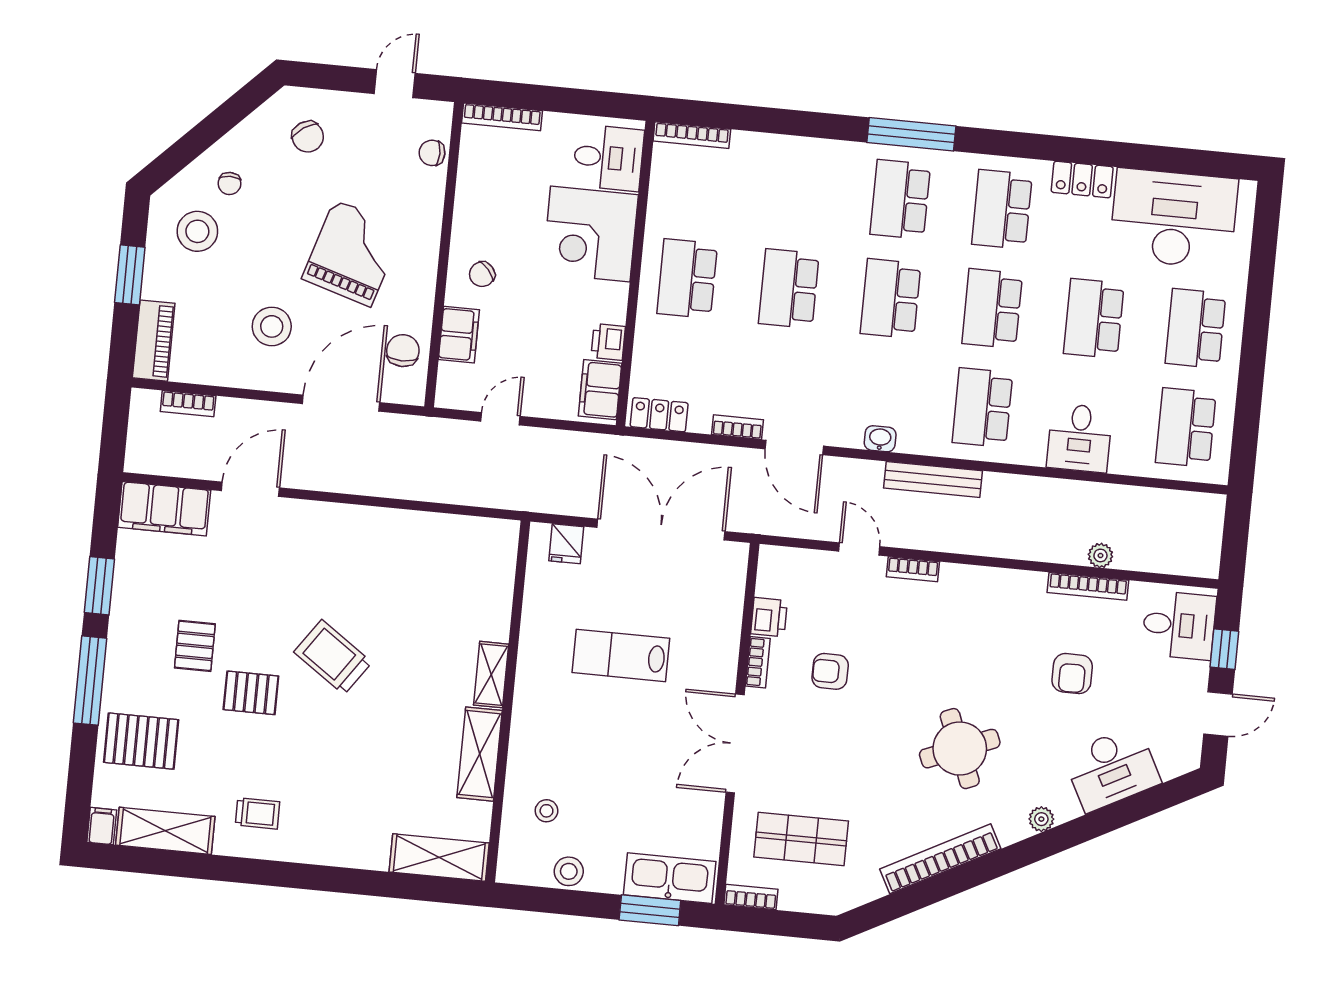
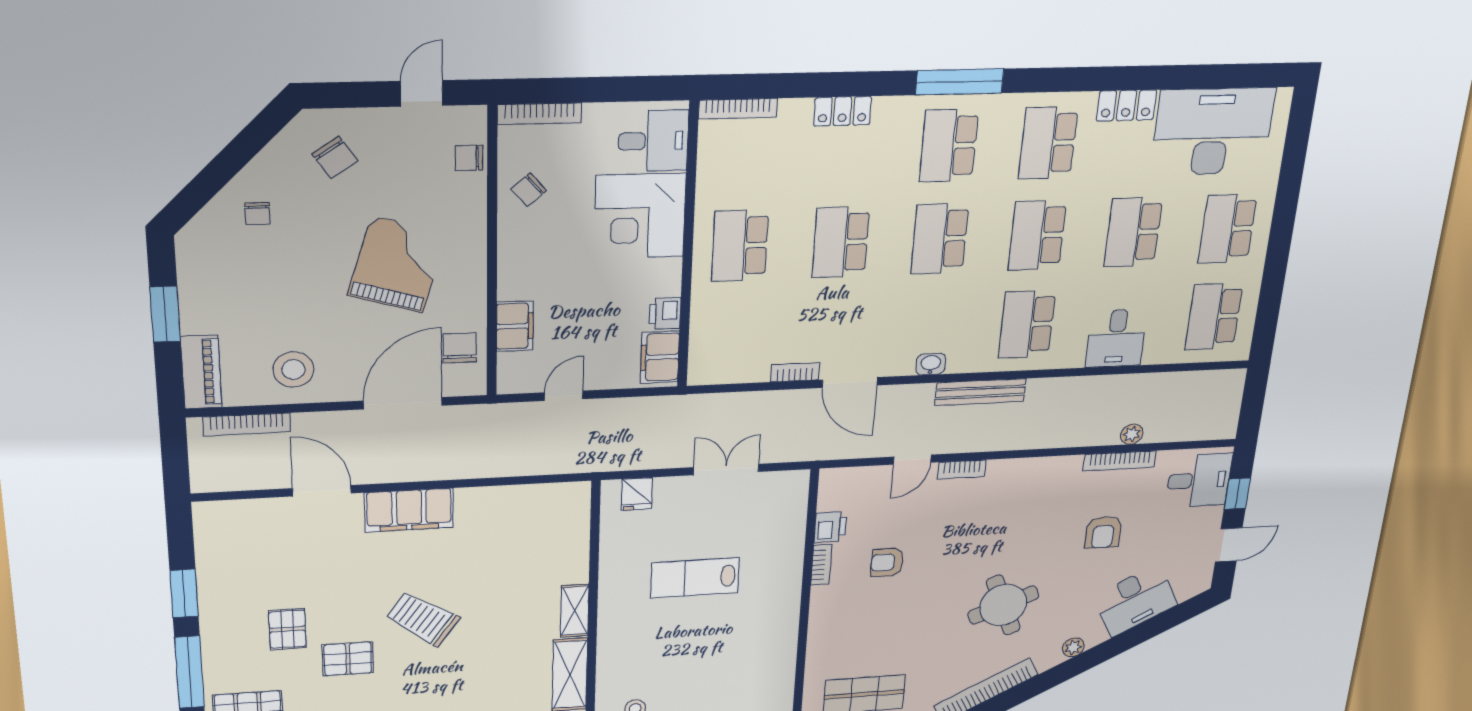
stool: (197, 231) -> (230, 264), removed
chair: (482, 274) -> (529, 190), moved
stool: (272, 326) -> (293, 370), moved
bookcase: (188, 404) -> (247, 424), width x1.56
locker: (659, 415) -> (843, 111), moved, turned 180
door: (250, 489) -> (322, 491), hinge flipped
filing cabinet: (164, 509) -> (409, 510), moved
double door: (661, 530) -> (726, 469), width x0.54
door: (859, 549) -> (912, 460), swing flipped
double door: (735, 743) -> (803, 631), removed

